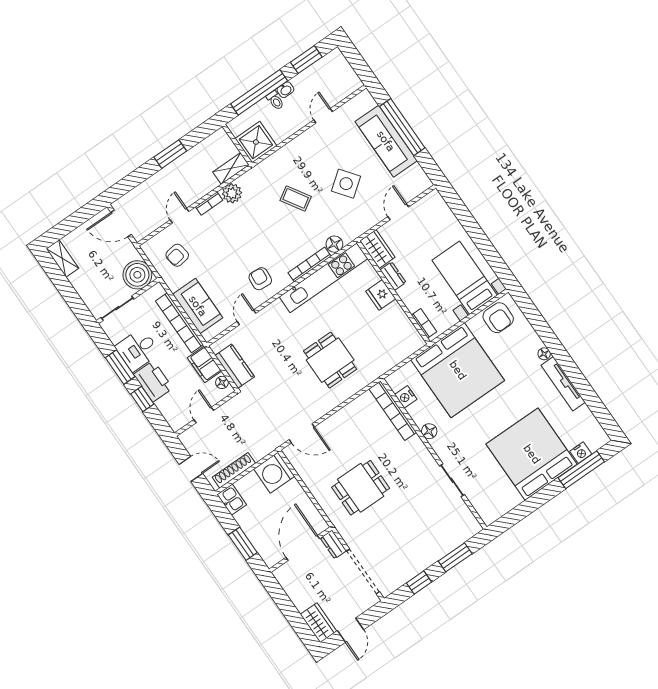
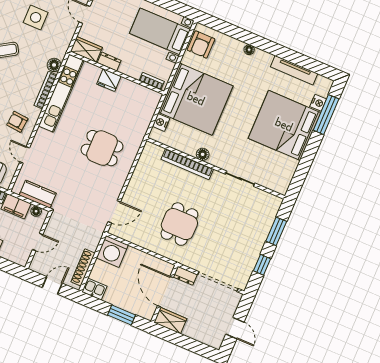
side table: (346, 184) -> (36, 17), turned 37
armchair: (498, 318) -> (201, 45), turned 90
tv unit: (563, 384) -> (294, 70), moved
nightstand: (406, 397) -> (161, 122), moved, turned 90
bookcase: (393, 411) -> (187, 164), moved
door: (204, 415) -> (38, 242), swing flipped
wardrobe: (318, 623) -> (170, 321), moved

